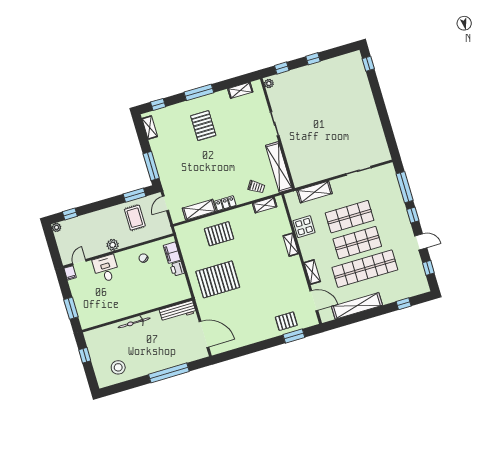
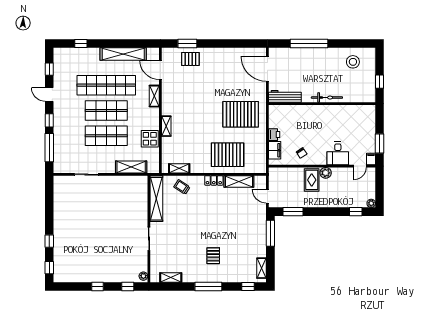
window: (376, 91) -> (49, 241), added
pallet: (203, 126) -> (213, 256), width x0.67, depth x0.71
door: (165, 203) -> (267, 196), swing flipped
rug: (135, 218) -> (312, 180), moved
pallet: (219, 234) -> (228, 155), width x1.37, depth x1.41
window: (71, 308) -> (380, 143), moved

